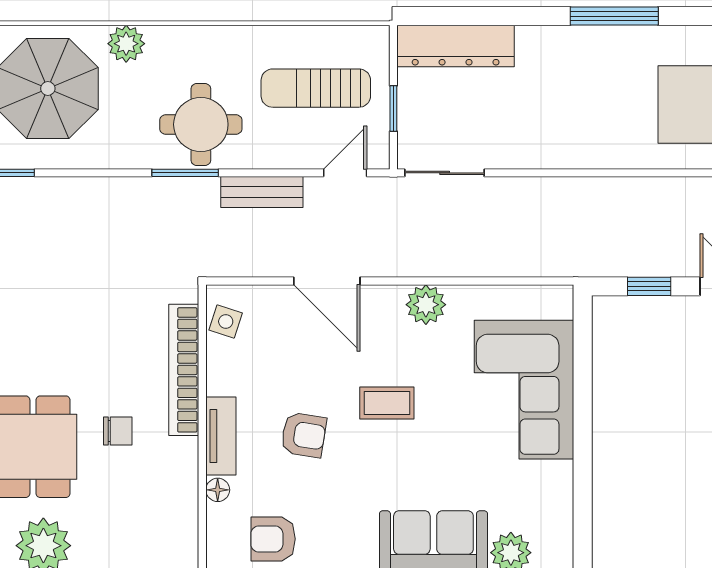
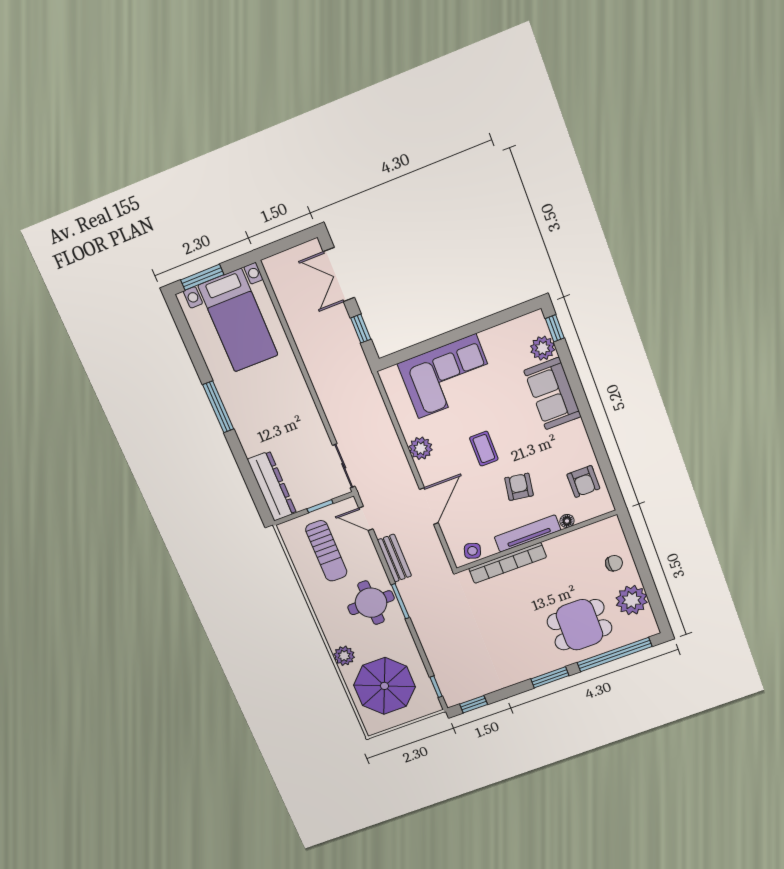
chair: (118, 431) -> (614, 563), moved, turned 90
tv unit: (221, 436) -> (528, 533), width x1.41

